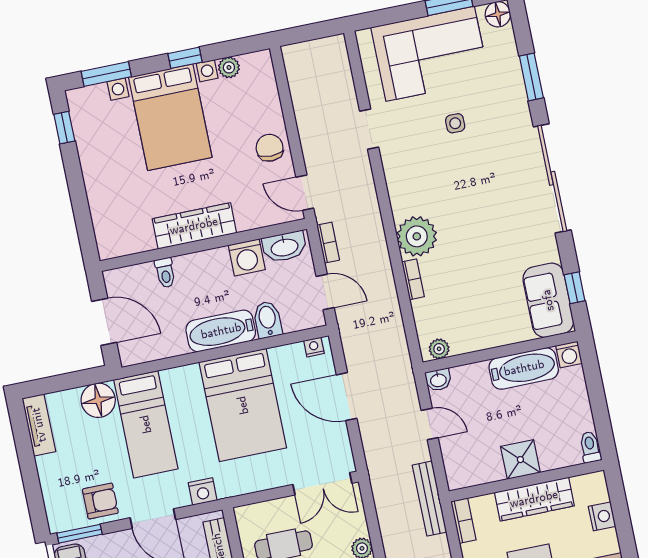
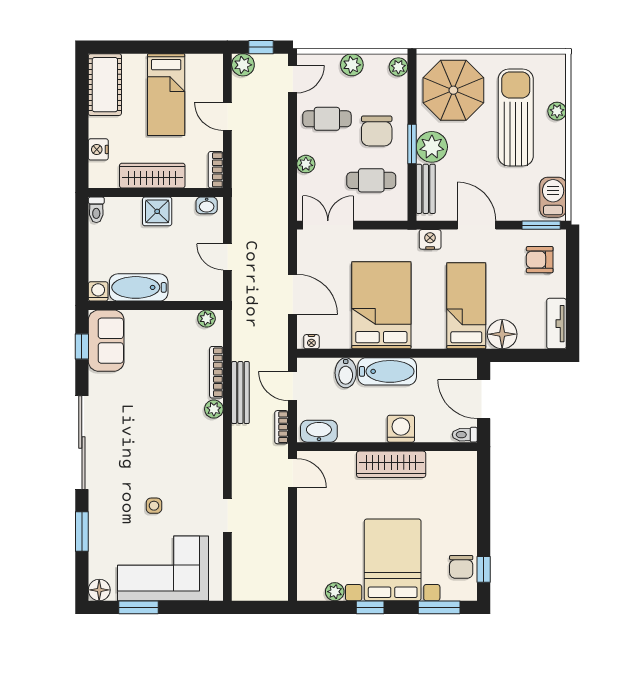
chair: (270, 148) -> (461, 567), moved
plant: (417, 236) -> (214, 409), width x0.53, depth x0.53
washing machine: (247, 257) -> (401, 429), moved
toilet: (165, 273) -> (465, 435), moved, turned -90
bookcase: (413, 279) -> (216, 372), width x1.56
washbasin: (438, 380) -> (207, 205), moved, turned 180
bench: (429, 499) -> (240, 393), moved
armchair: (100, 501) -> (540, 260), moved

